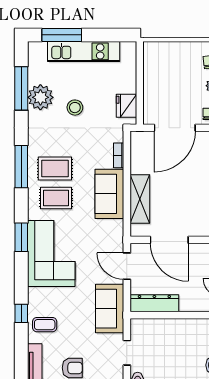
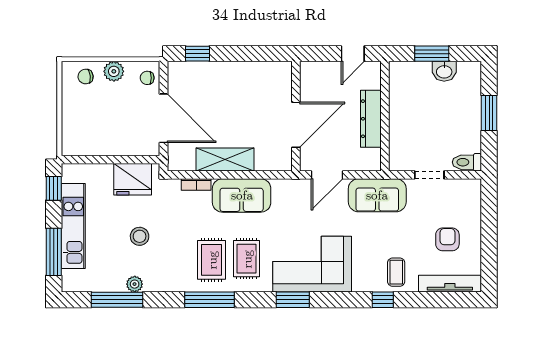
window: (115, 35) -> (54, 188), added
plant: (40, 97) -> (135, 284), width x0.53, depth x0.53
fridge: (126, 106) -> (133, 179), width x1.36, depth x1.34
shelving: (140, 199) -> (225, 159), moved
dresser: (154, 303) -> (371, 119), moved

